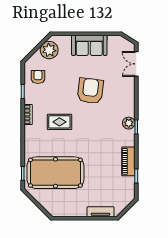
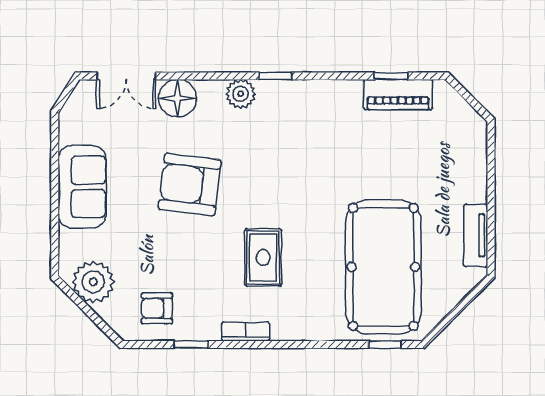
floor lamp: (127, 86) -> (177, 98), added
plant: (129, 123) -> (241, 94), moved
piano: (128, 161) -> (398, 95), moved
tv unit: (100, 212) -> (476, 235), moved

